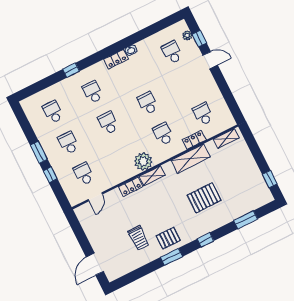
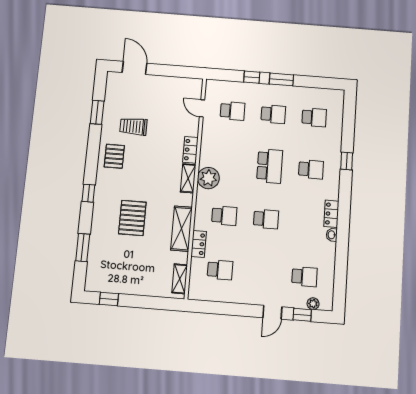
school desk: (108, 123) -> (270, 166), width x1.85
window: (171, 257) -> (97, 112), moved

